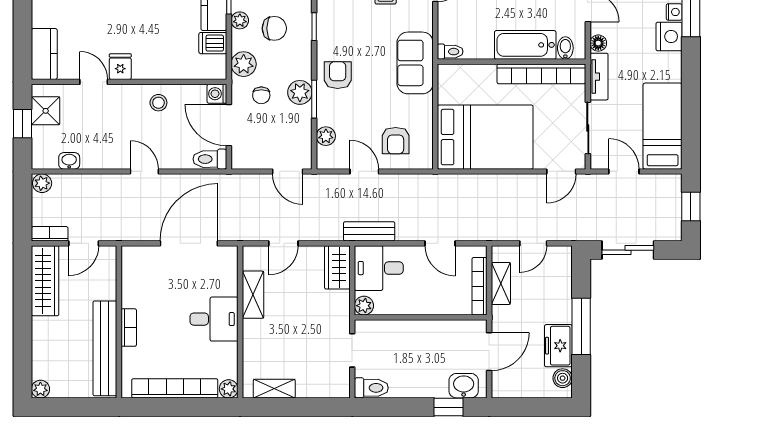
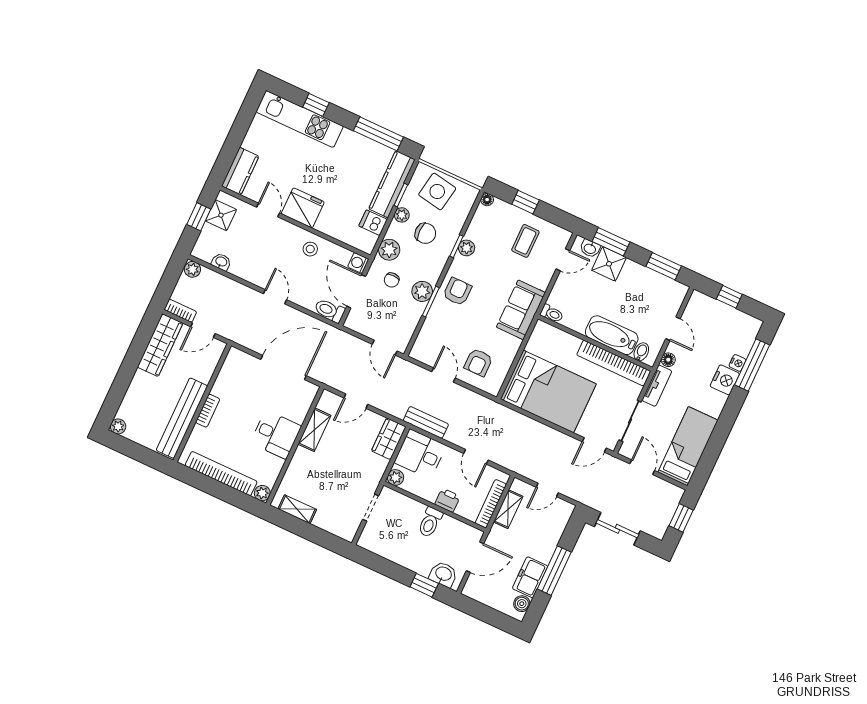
fridge: (120, 67) -> (303, 208), width x1.88, depth x1.34
plant: (326, 136) -> (467, 248), moved
printer: (431, 304) -> (447, 500), added
toilet: (371, 388) -> (430, 522), moved, turned 90

